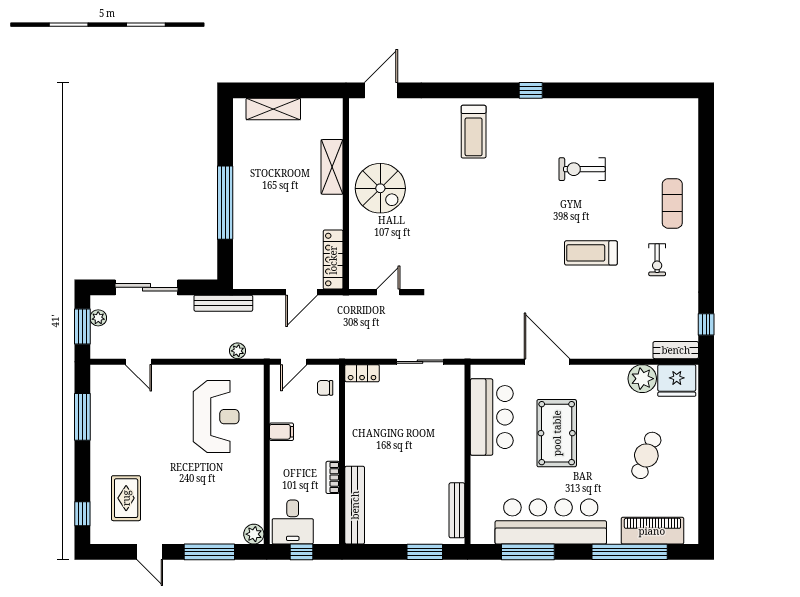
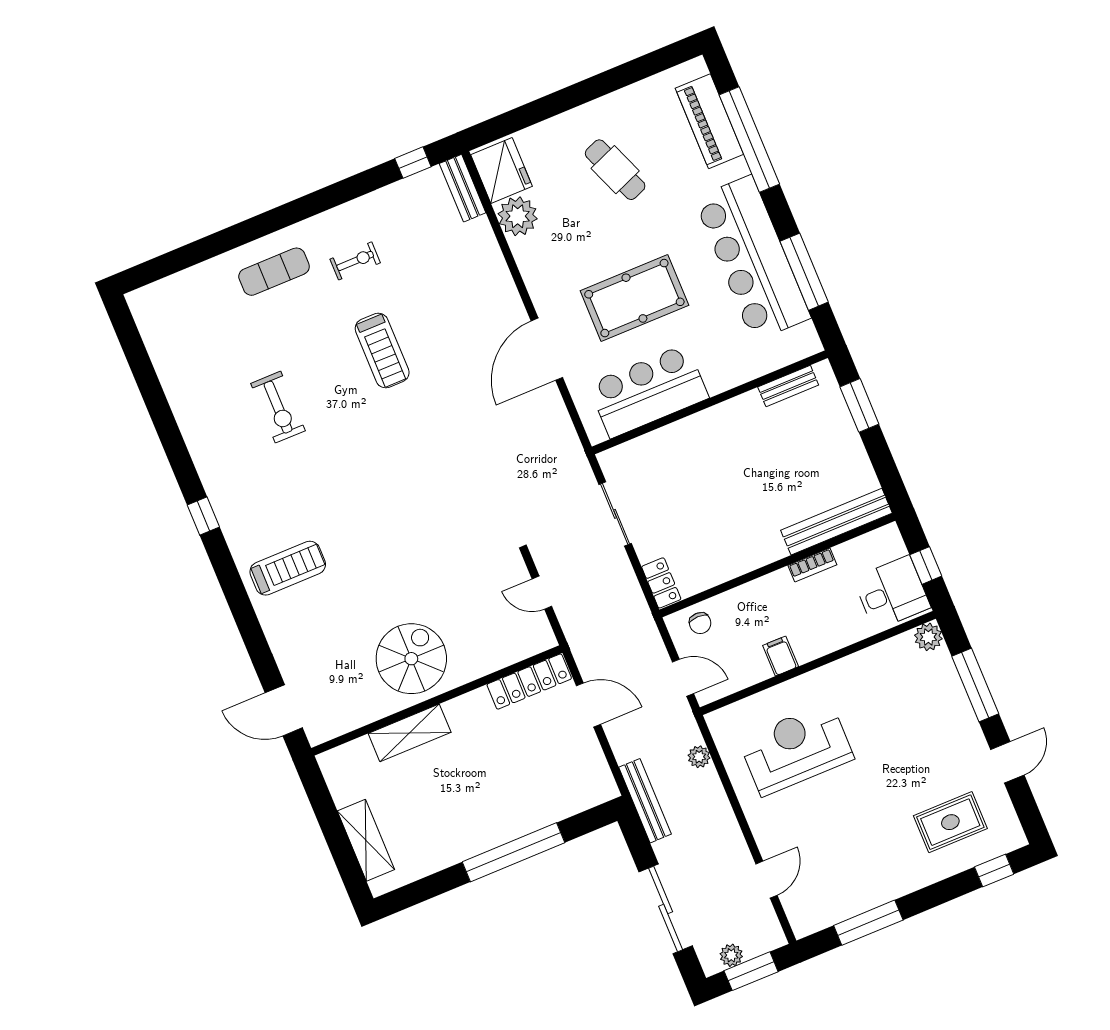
cafe table: (646, 455) -> (615, 170), turned 46
bench: (457, 510) -> (788, 386), width x0.73

